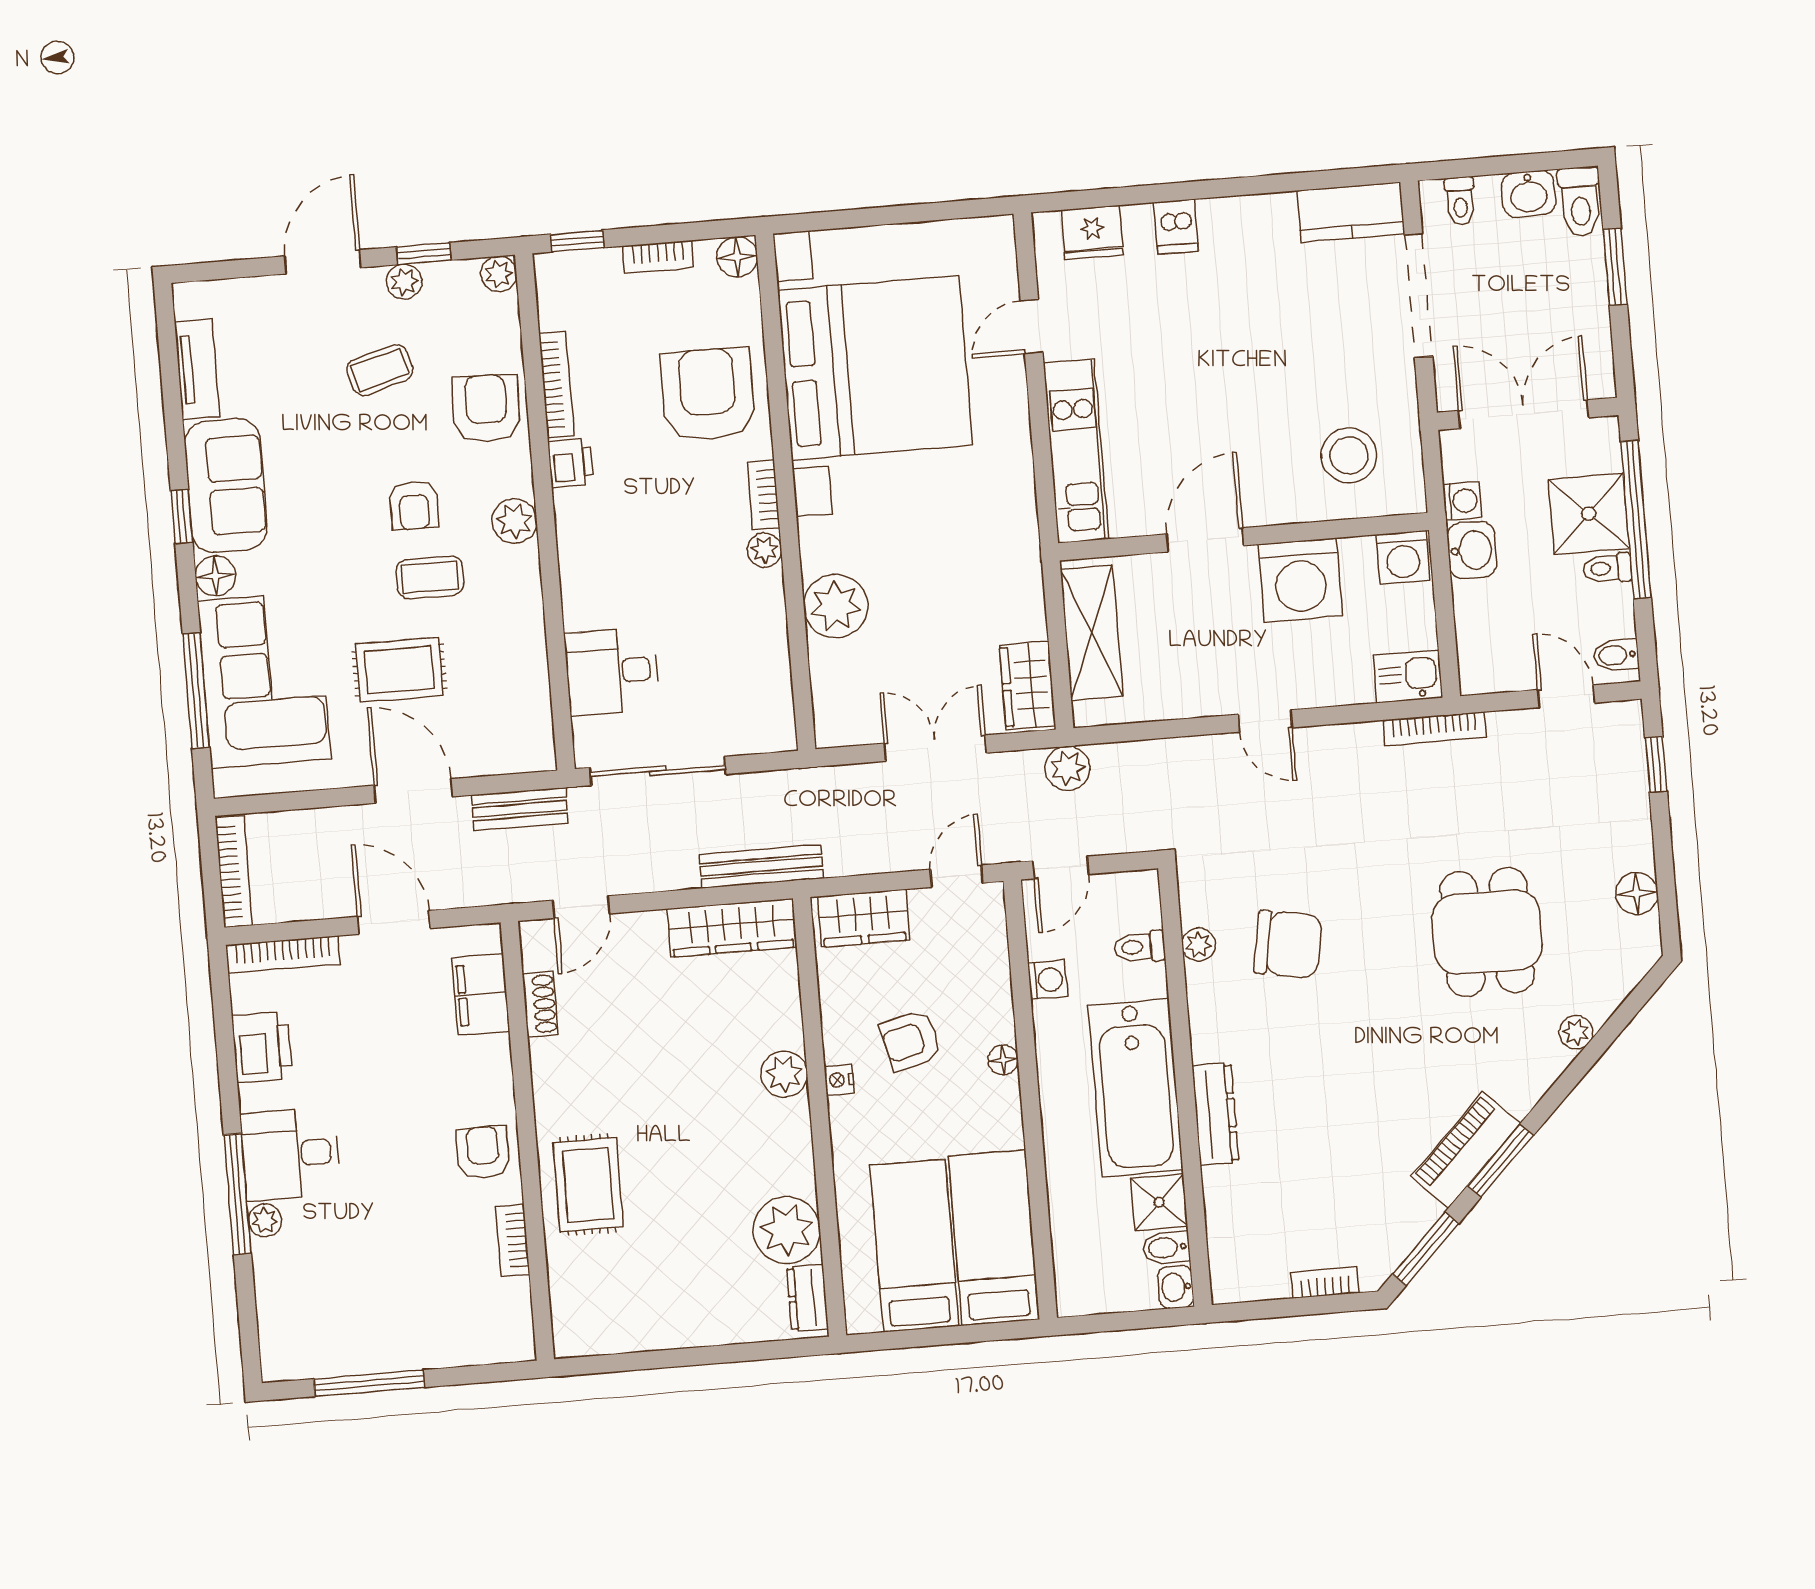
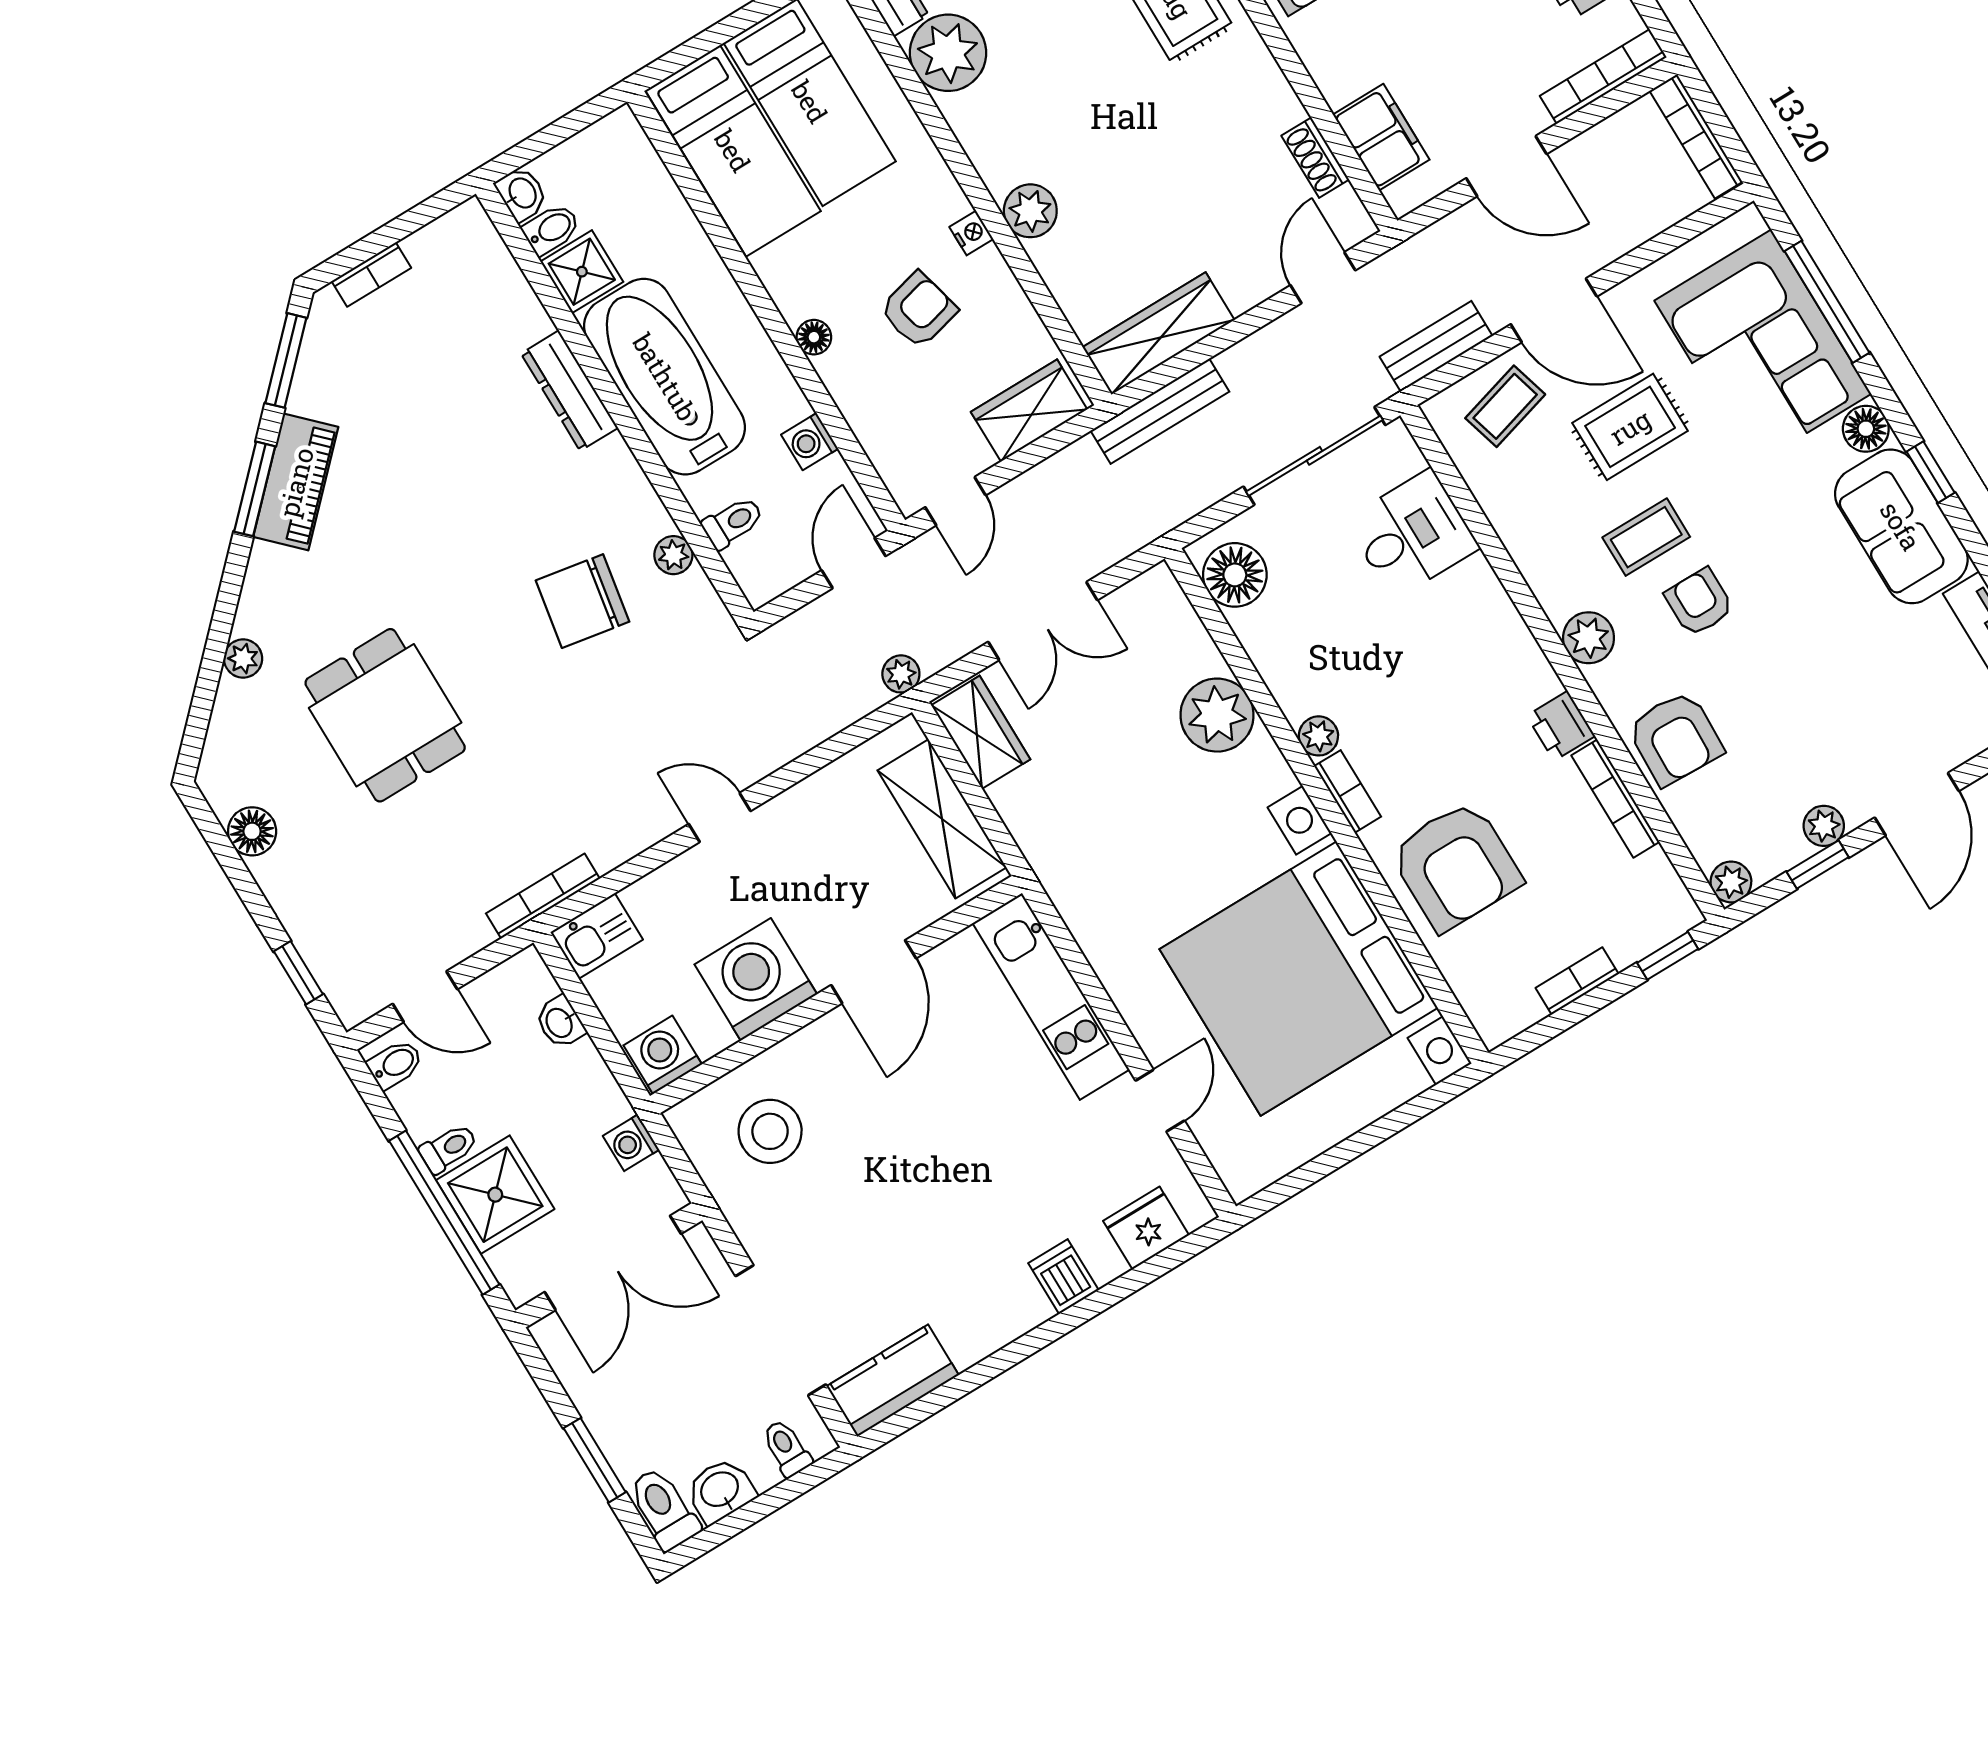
floor lamp: (737, 257) -> (1235, 575), moved, width x1.38, depth x1.38
coffee table: (380, 370) -> (1505, 406), moved
washbasin: (1472, 550) -> (560, 1022), moved, width x0.72, depth x0.69
plant: (1068, 768) -> (901, 674), width x0.73, depth x0.73

